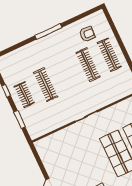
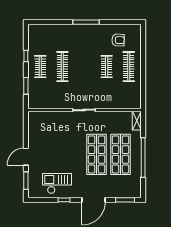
clothes rail: (88, 65) -> (107, 67), width x0.73

